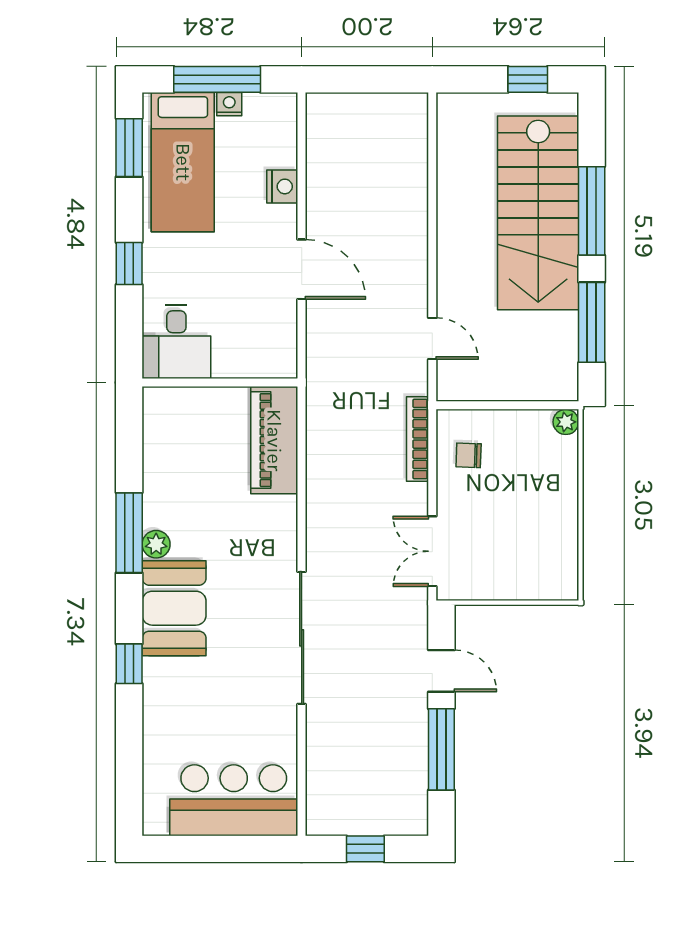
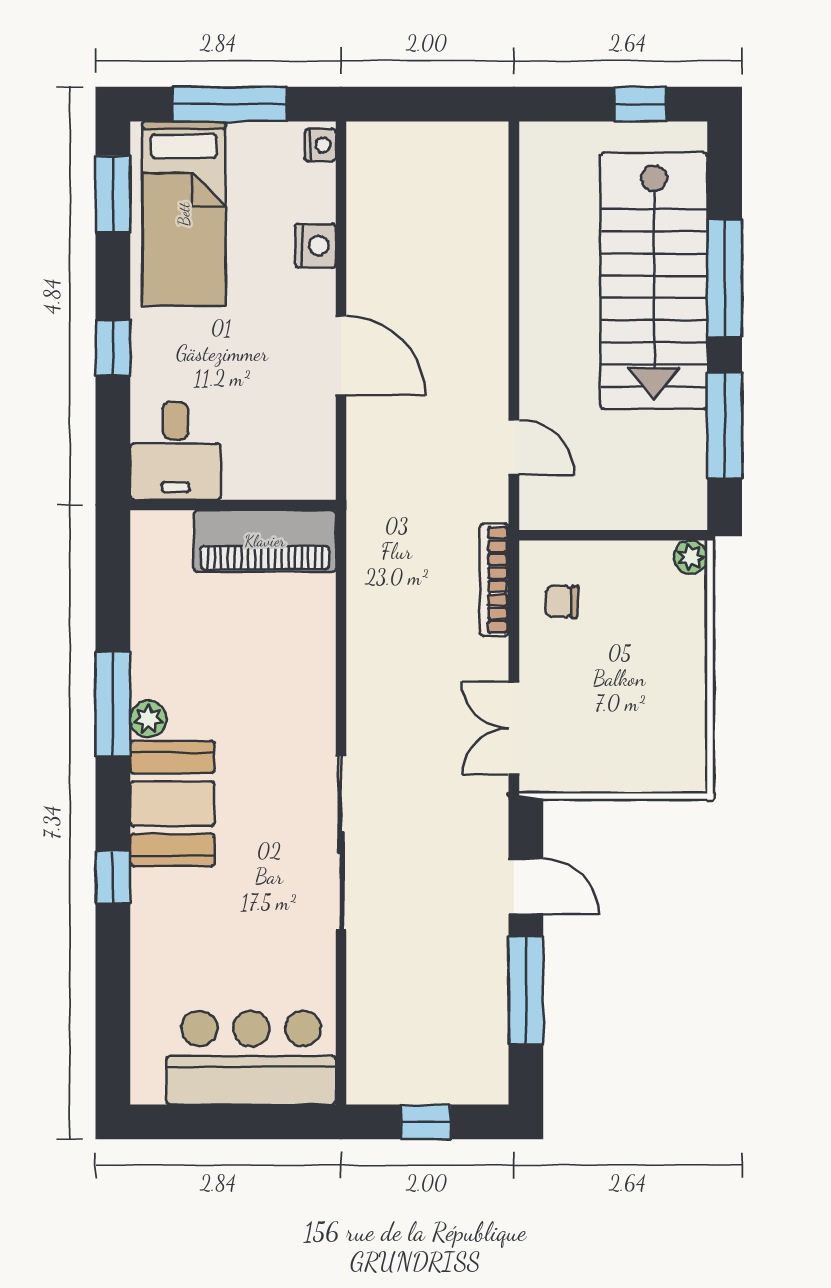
nightstand: (229, 104) -> (320, 145), moved, turned 90
piano: (274, 440) -> (265, 541), moved, turned -90

